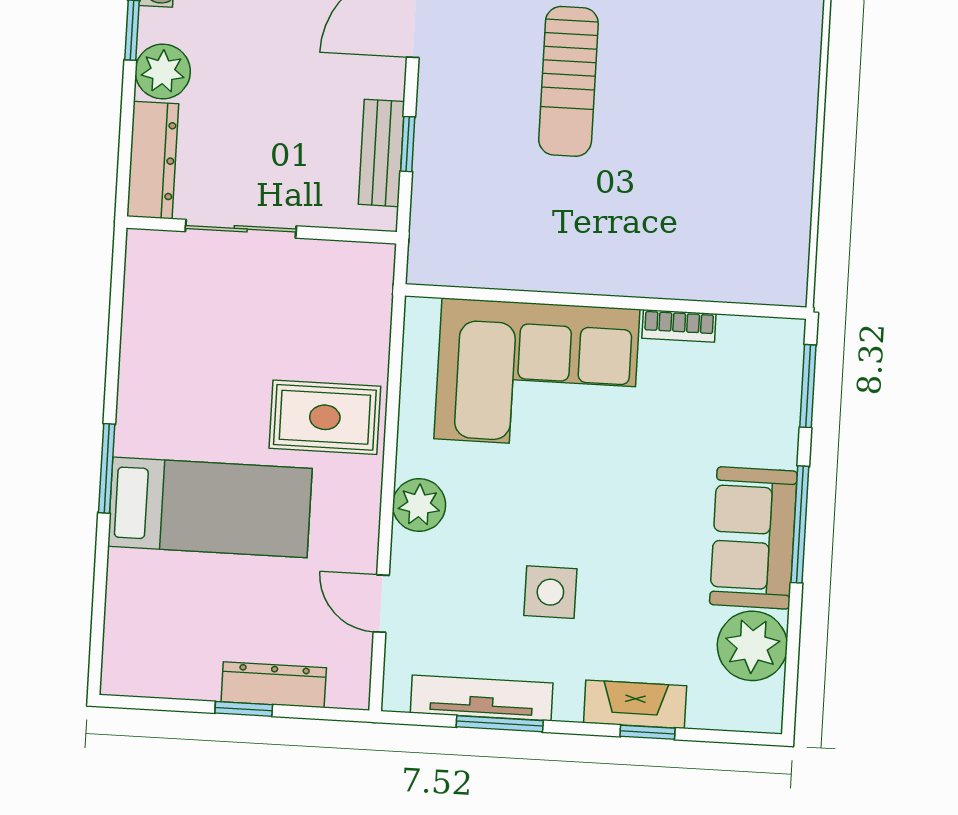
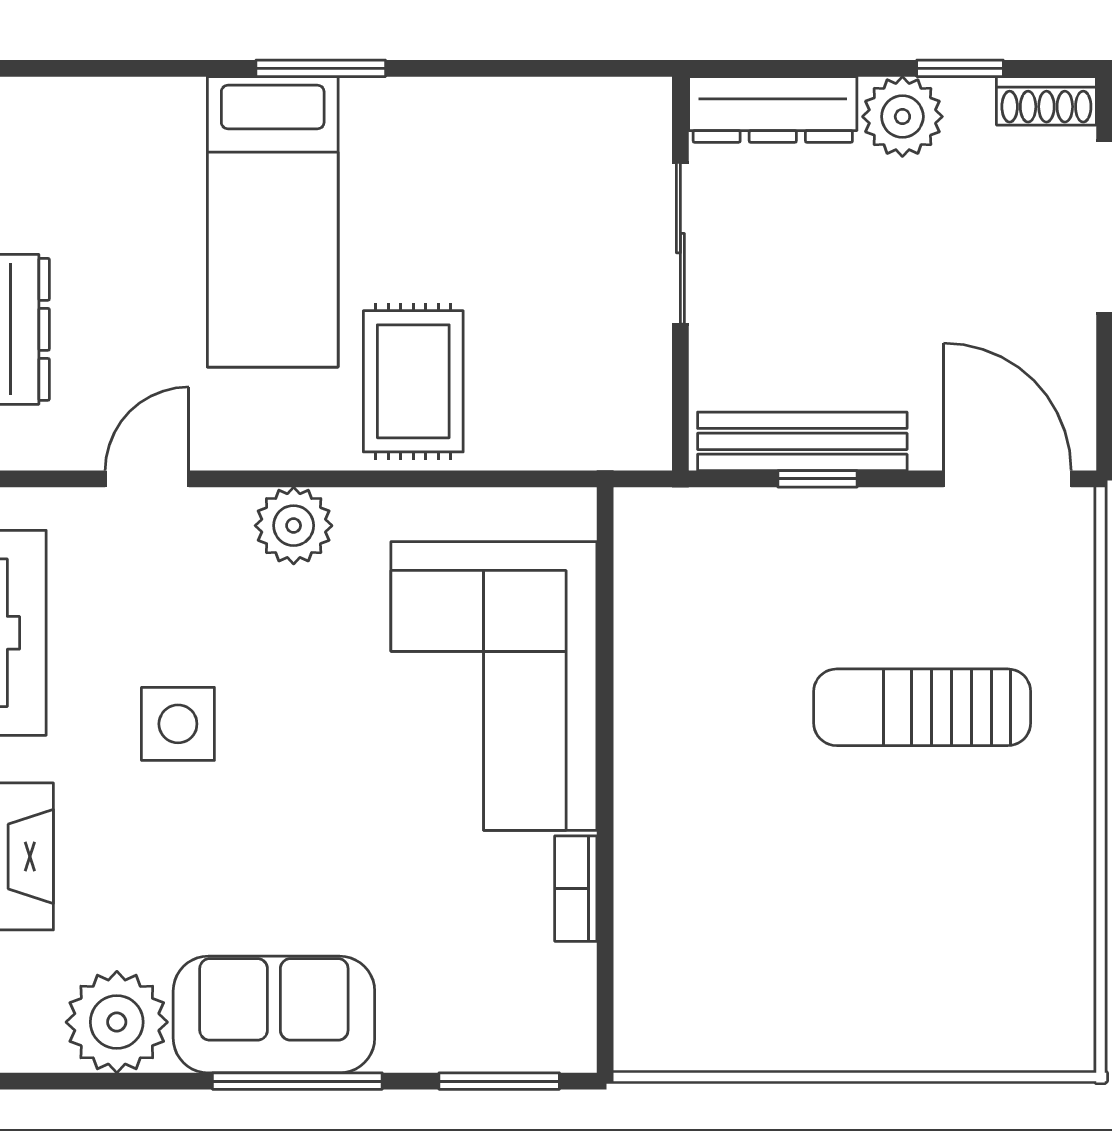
bench: (381, 153) -> (802, 441), width x1.36

